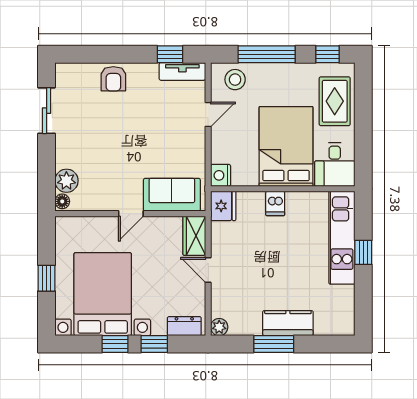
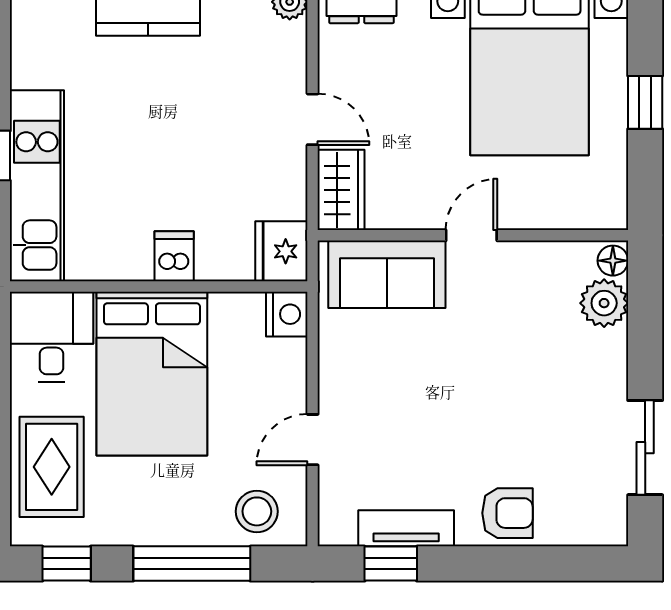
tv unit: (182, 71) -> (406, 528), moved
armchair: (113, 79) -> (508, 513), turned 90

